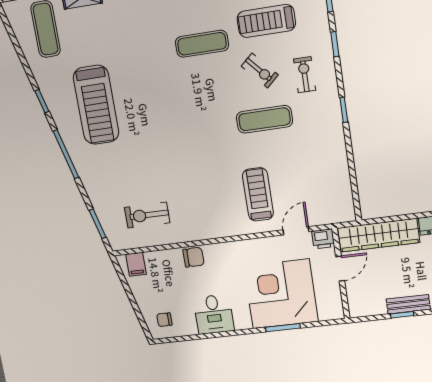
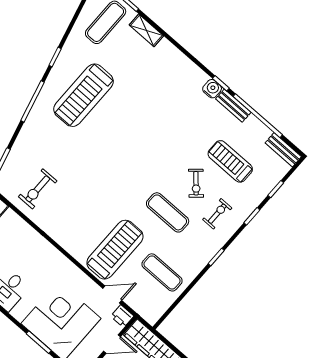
exercise mat: (202, 44) -> (162, 272), moved
treadmill: (258, 194) -> (115, 250), width x1.37, depth x1.38
exercise bike: (147, 215) -> (38, 189), turned -90
chair: (193, 257) -> (36, 243), removed

